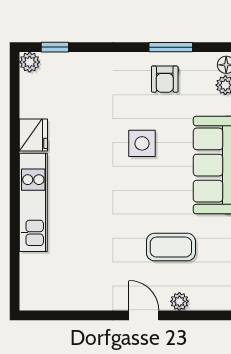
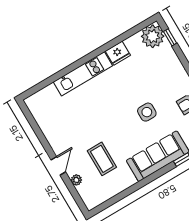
plant: (30, 62) -> (153, 36), width x1.88, depth x1.88

